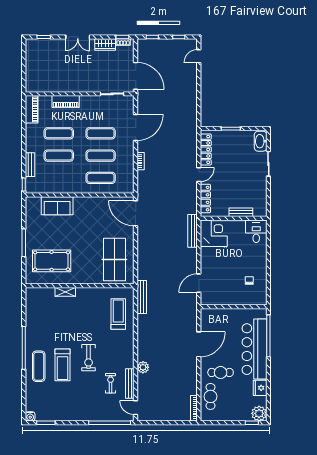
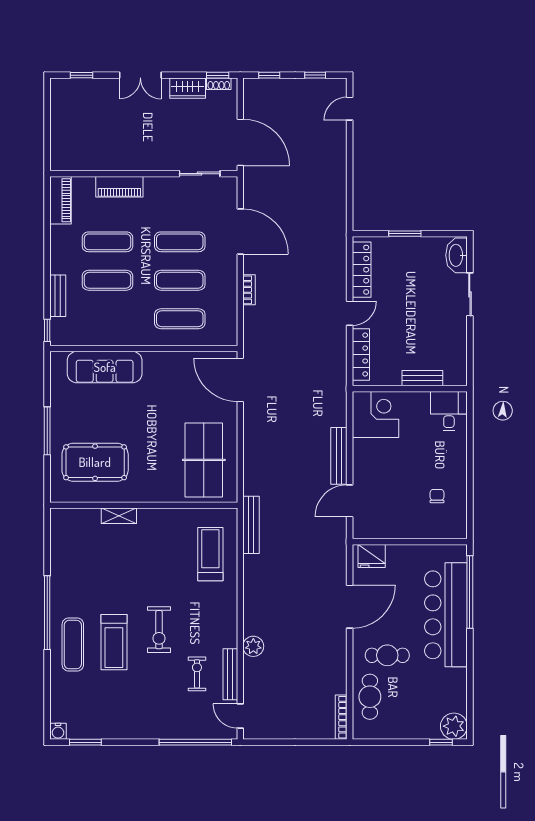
door: (136, 127) -> (240, 232), hinge flipped
sofa: (57, 206) -> (105, 367), width x1.36
bench: (193, 231) -> (339, 456), moved
fridge: (260, 388) -> (372, 556), moved, turned -90

